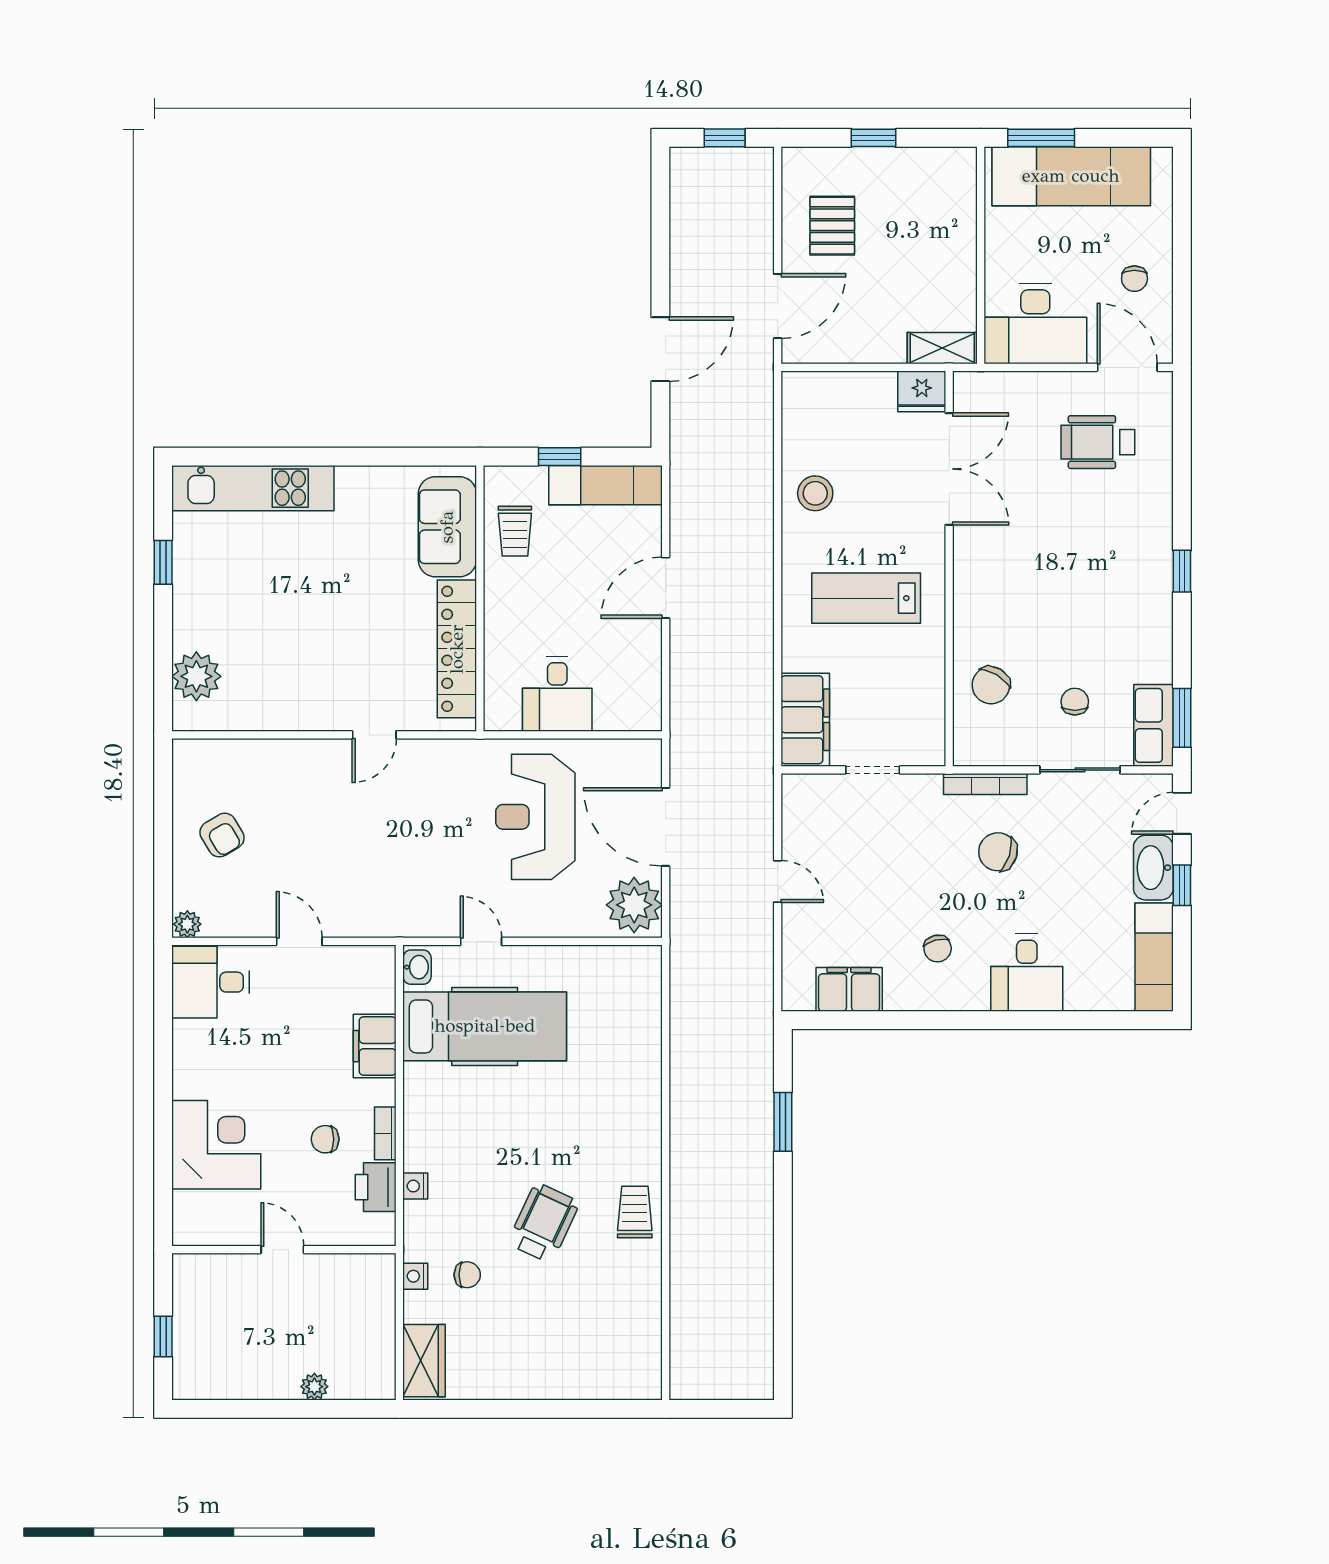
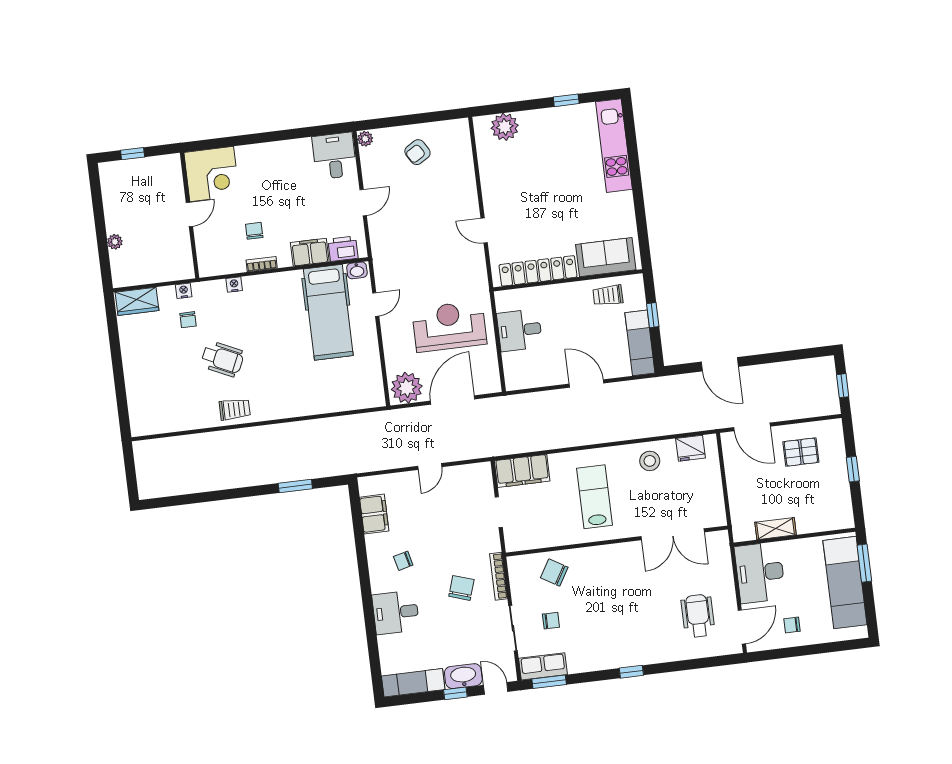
shelving: (942, 348) -> (776, 529), moved, turned 90
fridge: (922, 391) -> (690, 448), moved, turned -90
corner desk: (216, 1145) -> (212, 174), moved
printer: (376, 1187) -> (343, 249), moved

